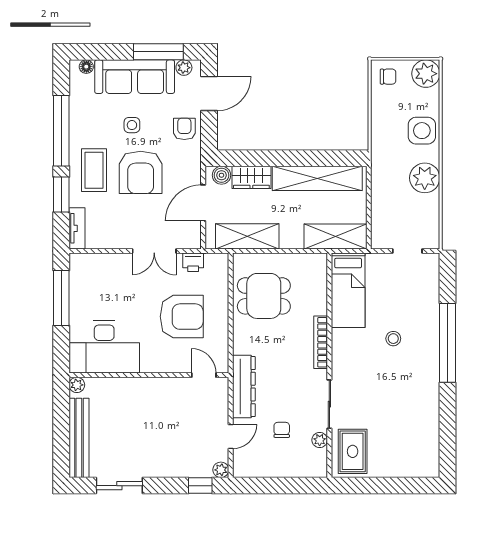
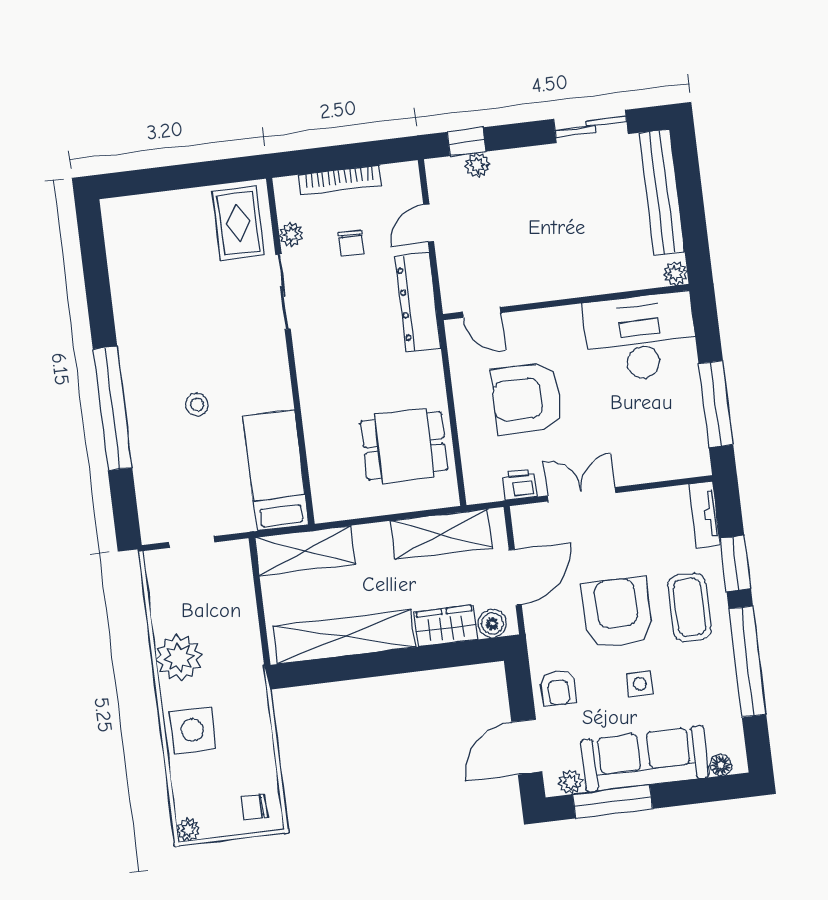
plant: (426, 74) -> (188, 830), width x0.53, depth x0.53
bookcase: (321, 342) -> (340, 180), moved, turned 90
plant: (221, 470) -> (477, 165), moved

